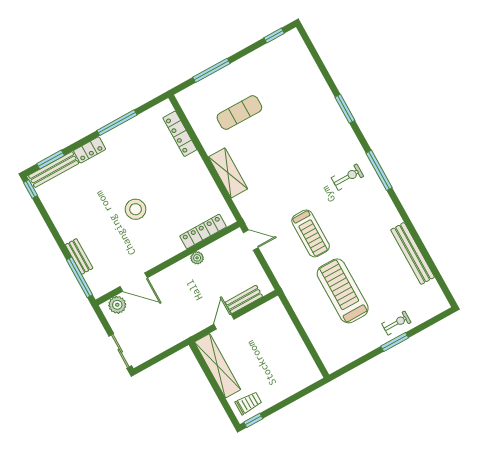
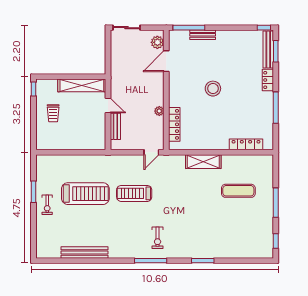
window: (211, 70) -> (276, 203), moved
exercise mat: (239, 113) -> (238, 191), turned 90
exercise bike: (396, 323) -> (47, 205), moved
window: (395, 342) -> (33, 192), moved
trolley: (248, 403) -> (53, 113), moved

